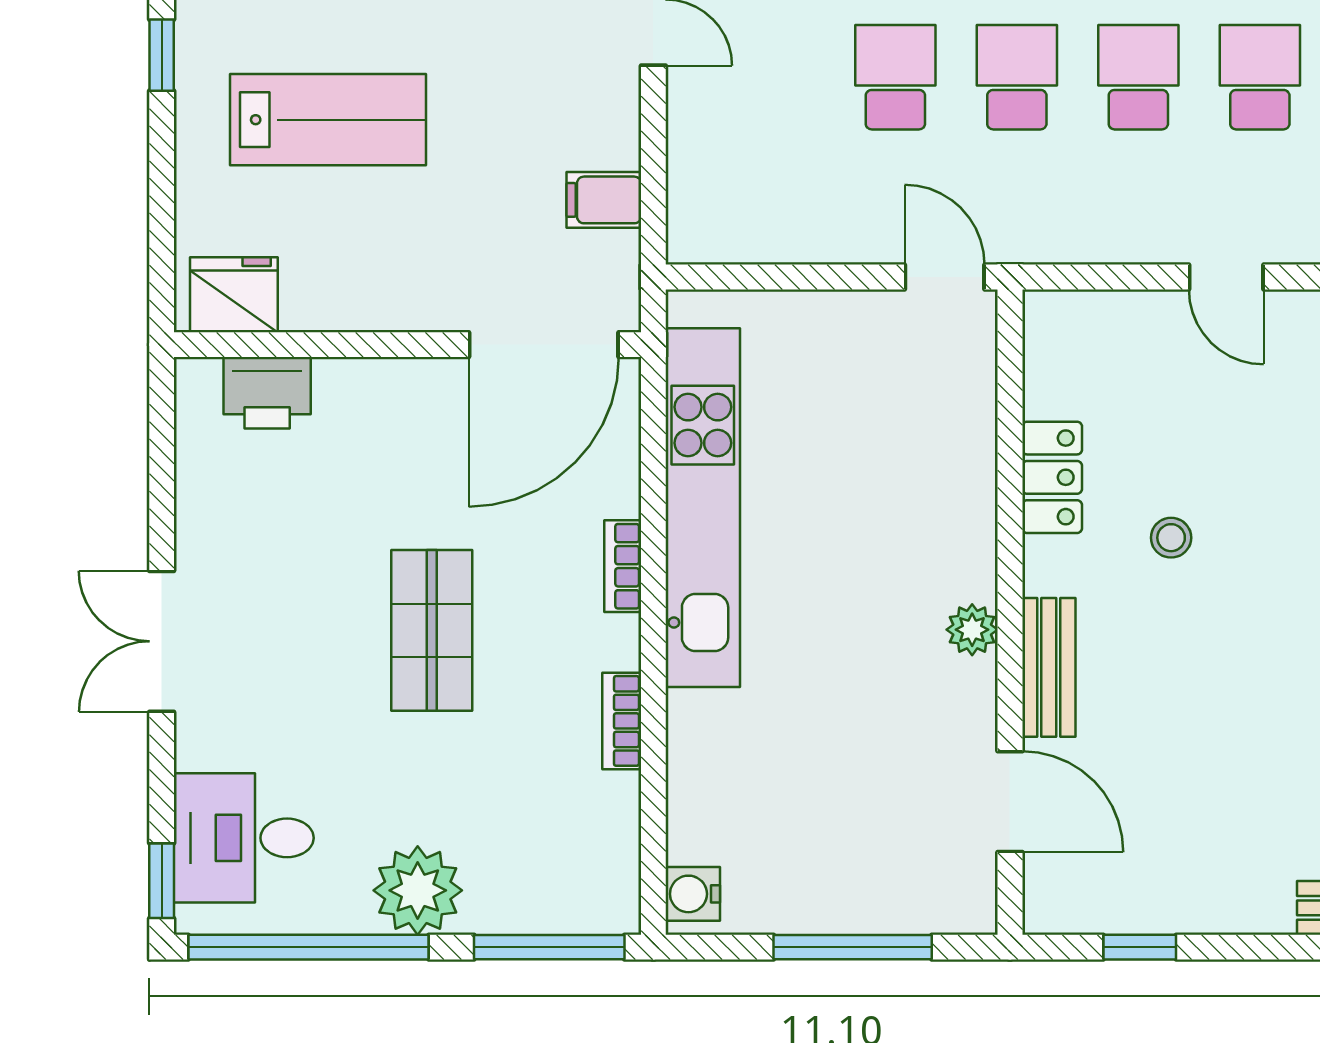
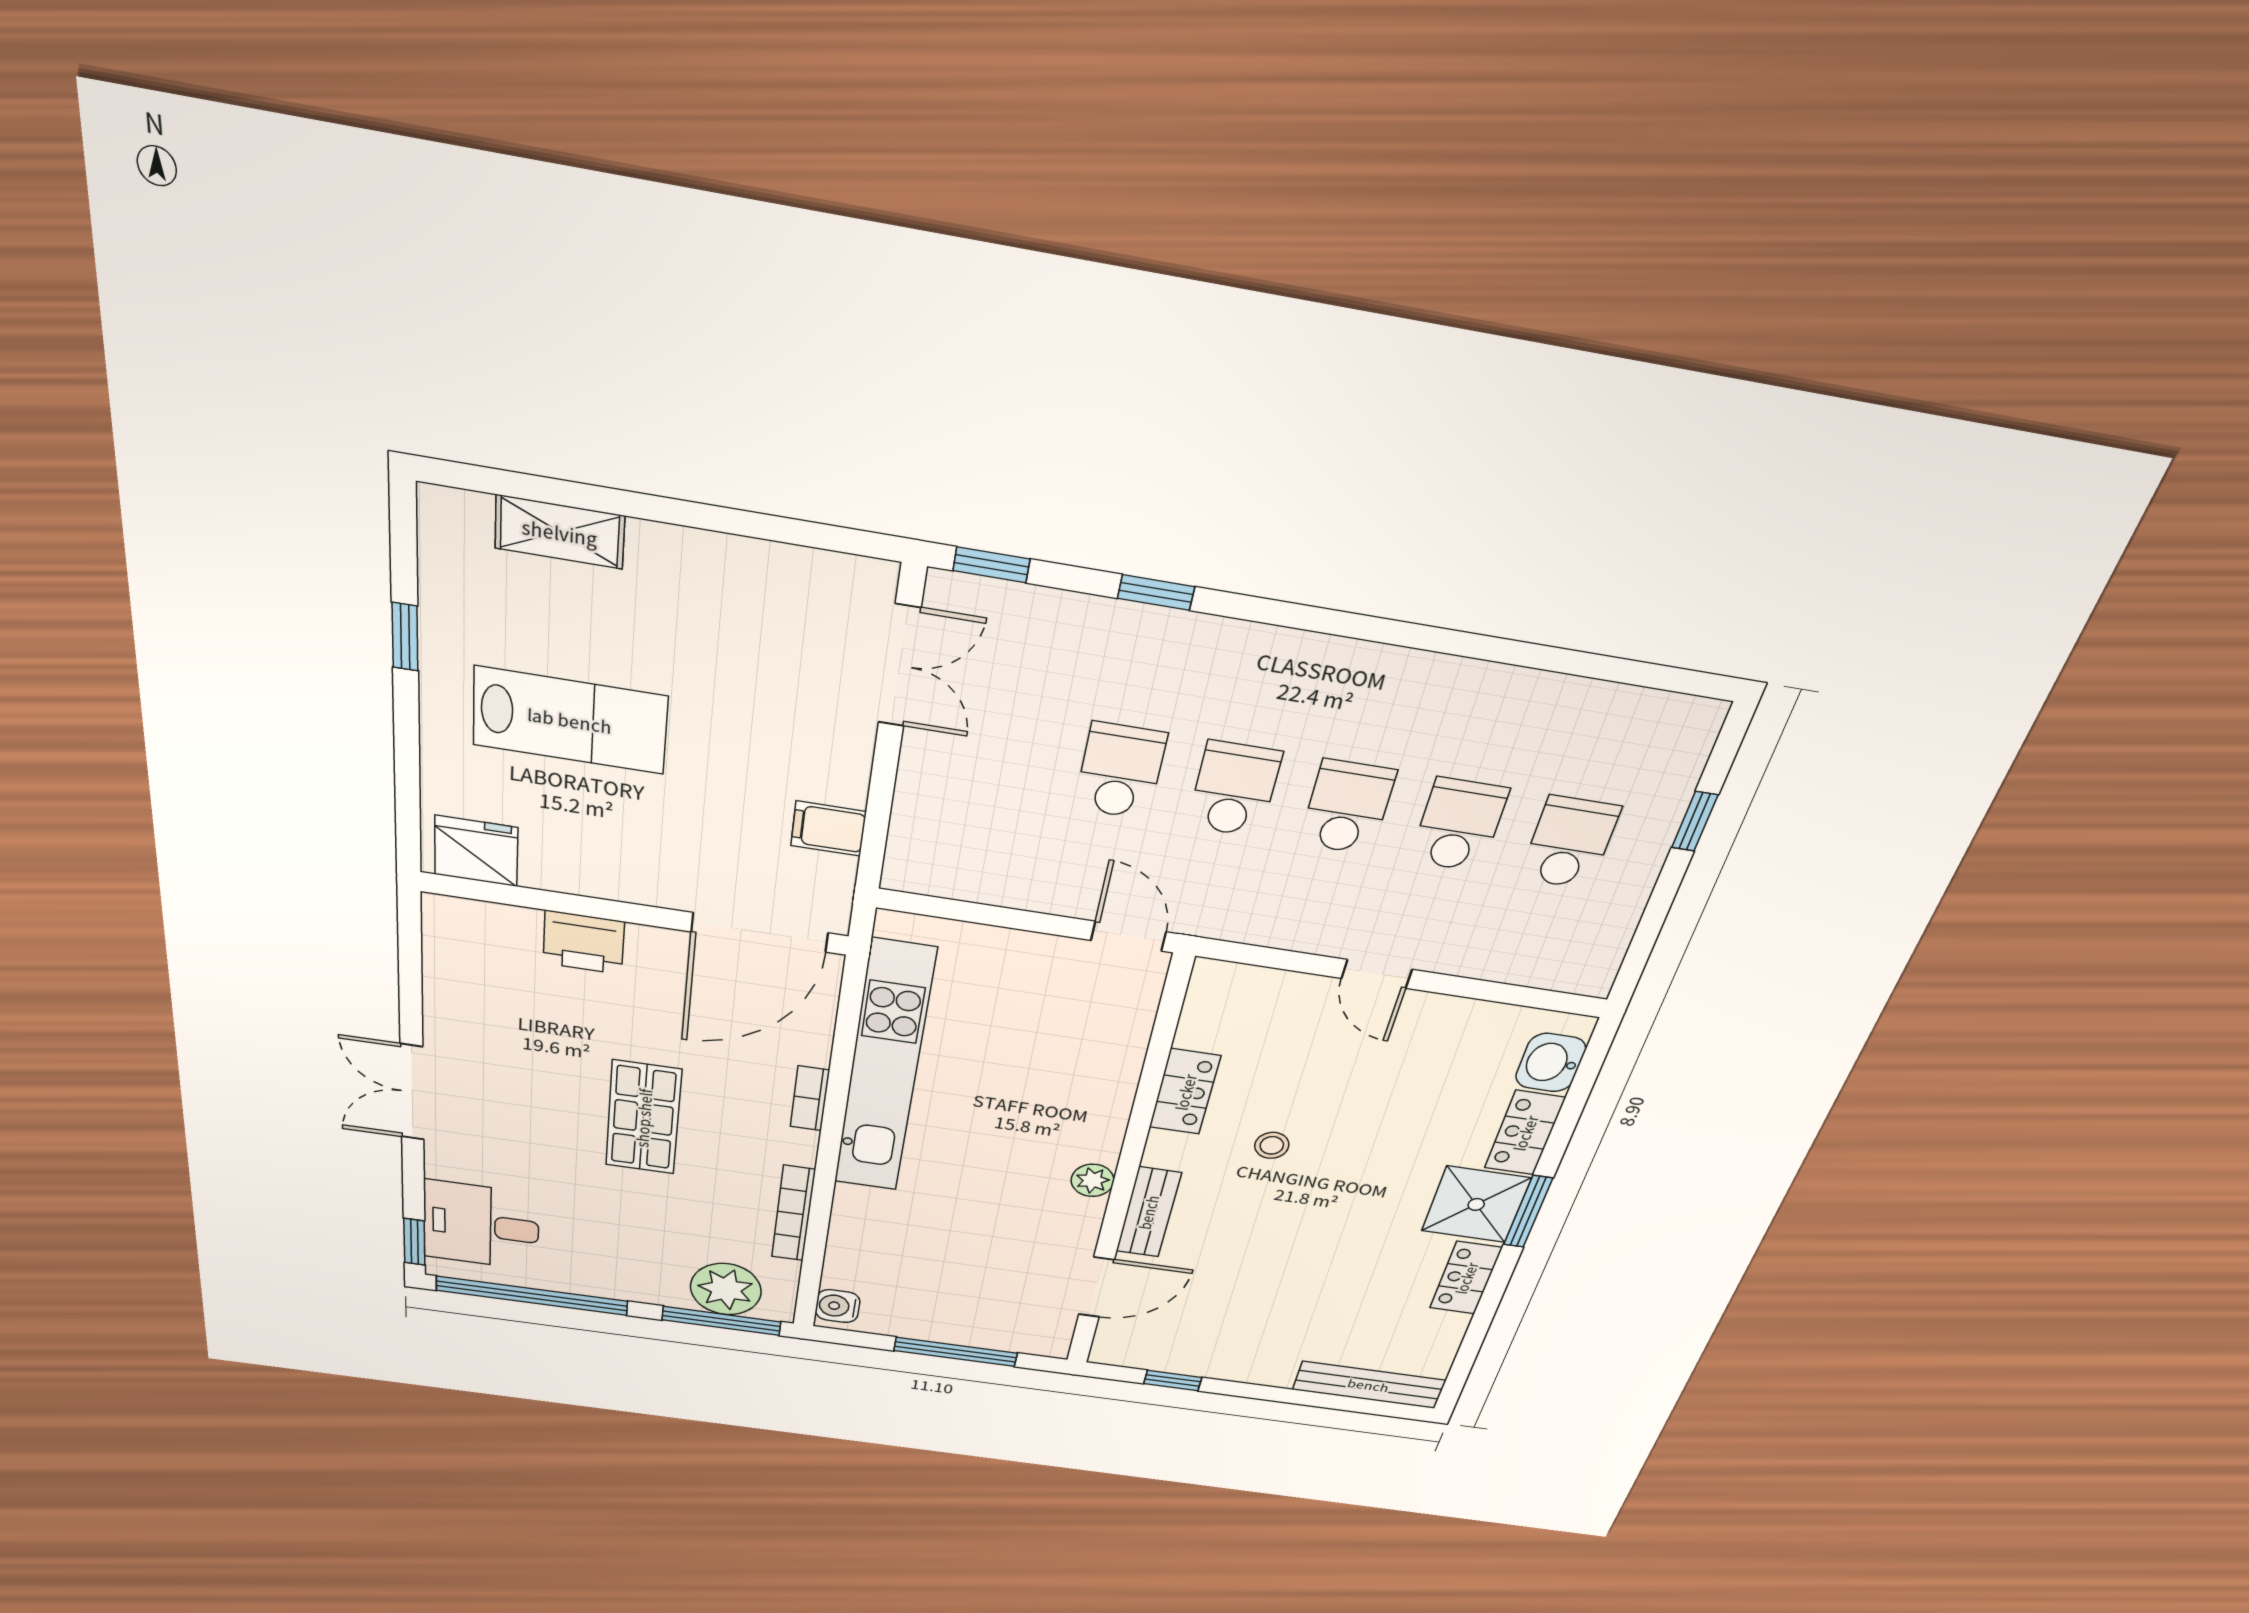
printer: (267, 393) -> (584, 942), moved
bookcase: (622, 721) -> (793, 1213), width x1.56
door: (1010, 802) -> (1096, 1287), hinge flipped
plant: (418, 890) -> (726, 1289), moved

